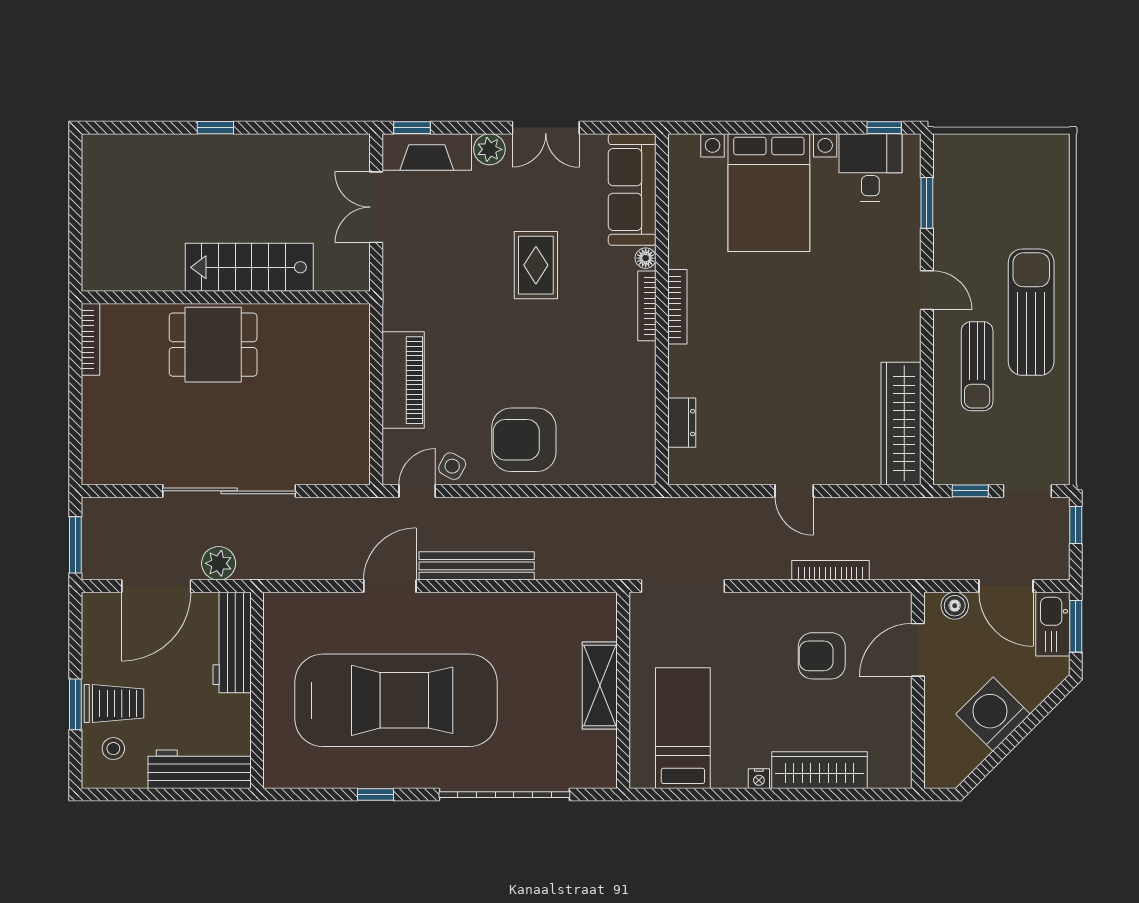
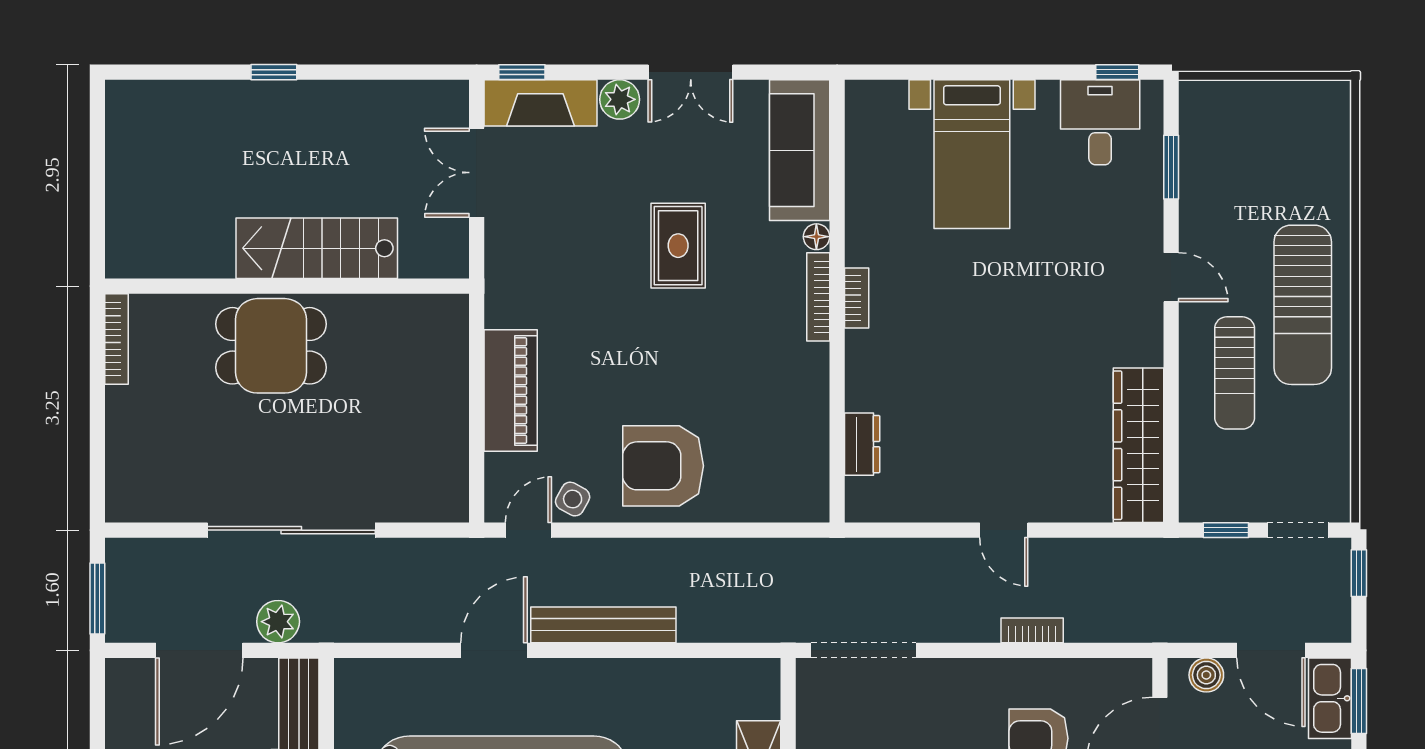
bed with nightstands: (769, 193) -> (972, 154), width x0.73
bookcase: (677, 307) -> (857, 298), width x0.64
sun lounger: (1031, 312) -> (1303, 305), turned 180
bookcase: (830, 570) -> (1032, 630), width x0.64

